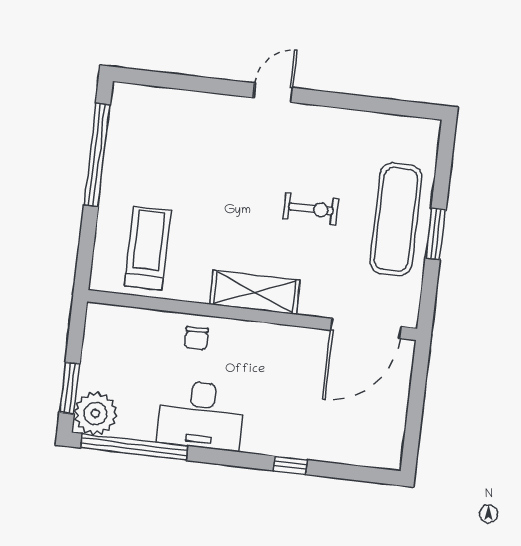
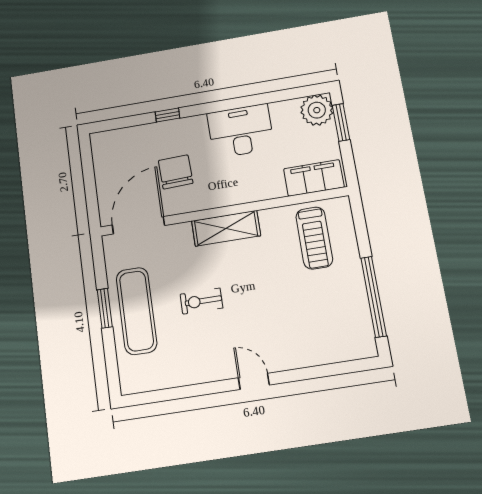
door: (273, 93) -> (254, 381), swing flipped
filing cabinet: (126, 325) -> (314, 178), added
chair: (196, 338) -> (176, 172), moved, width x1.87, depth x1.87
window: (134, 447) -> (282, 95), removed

